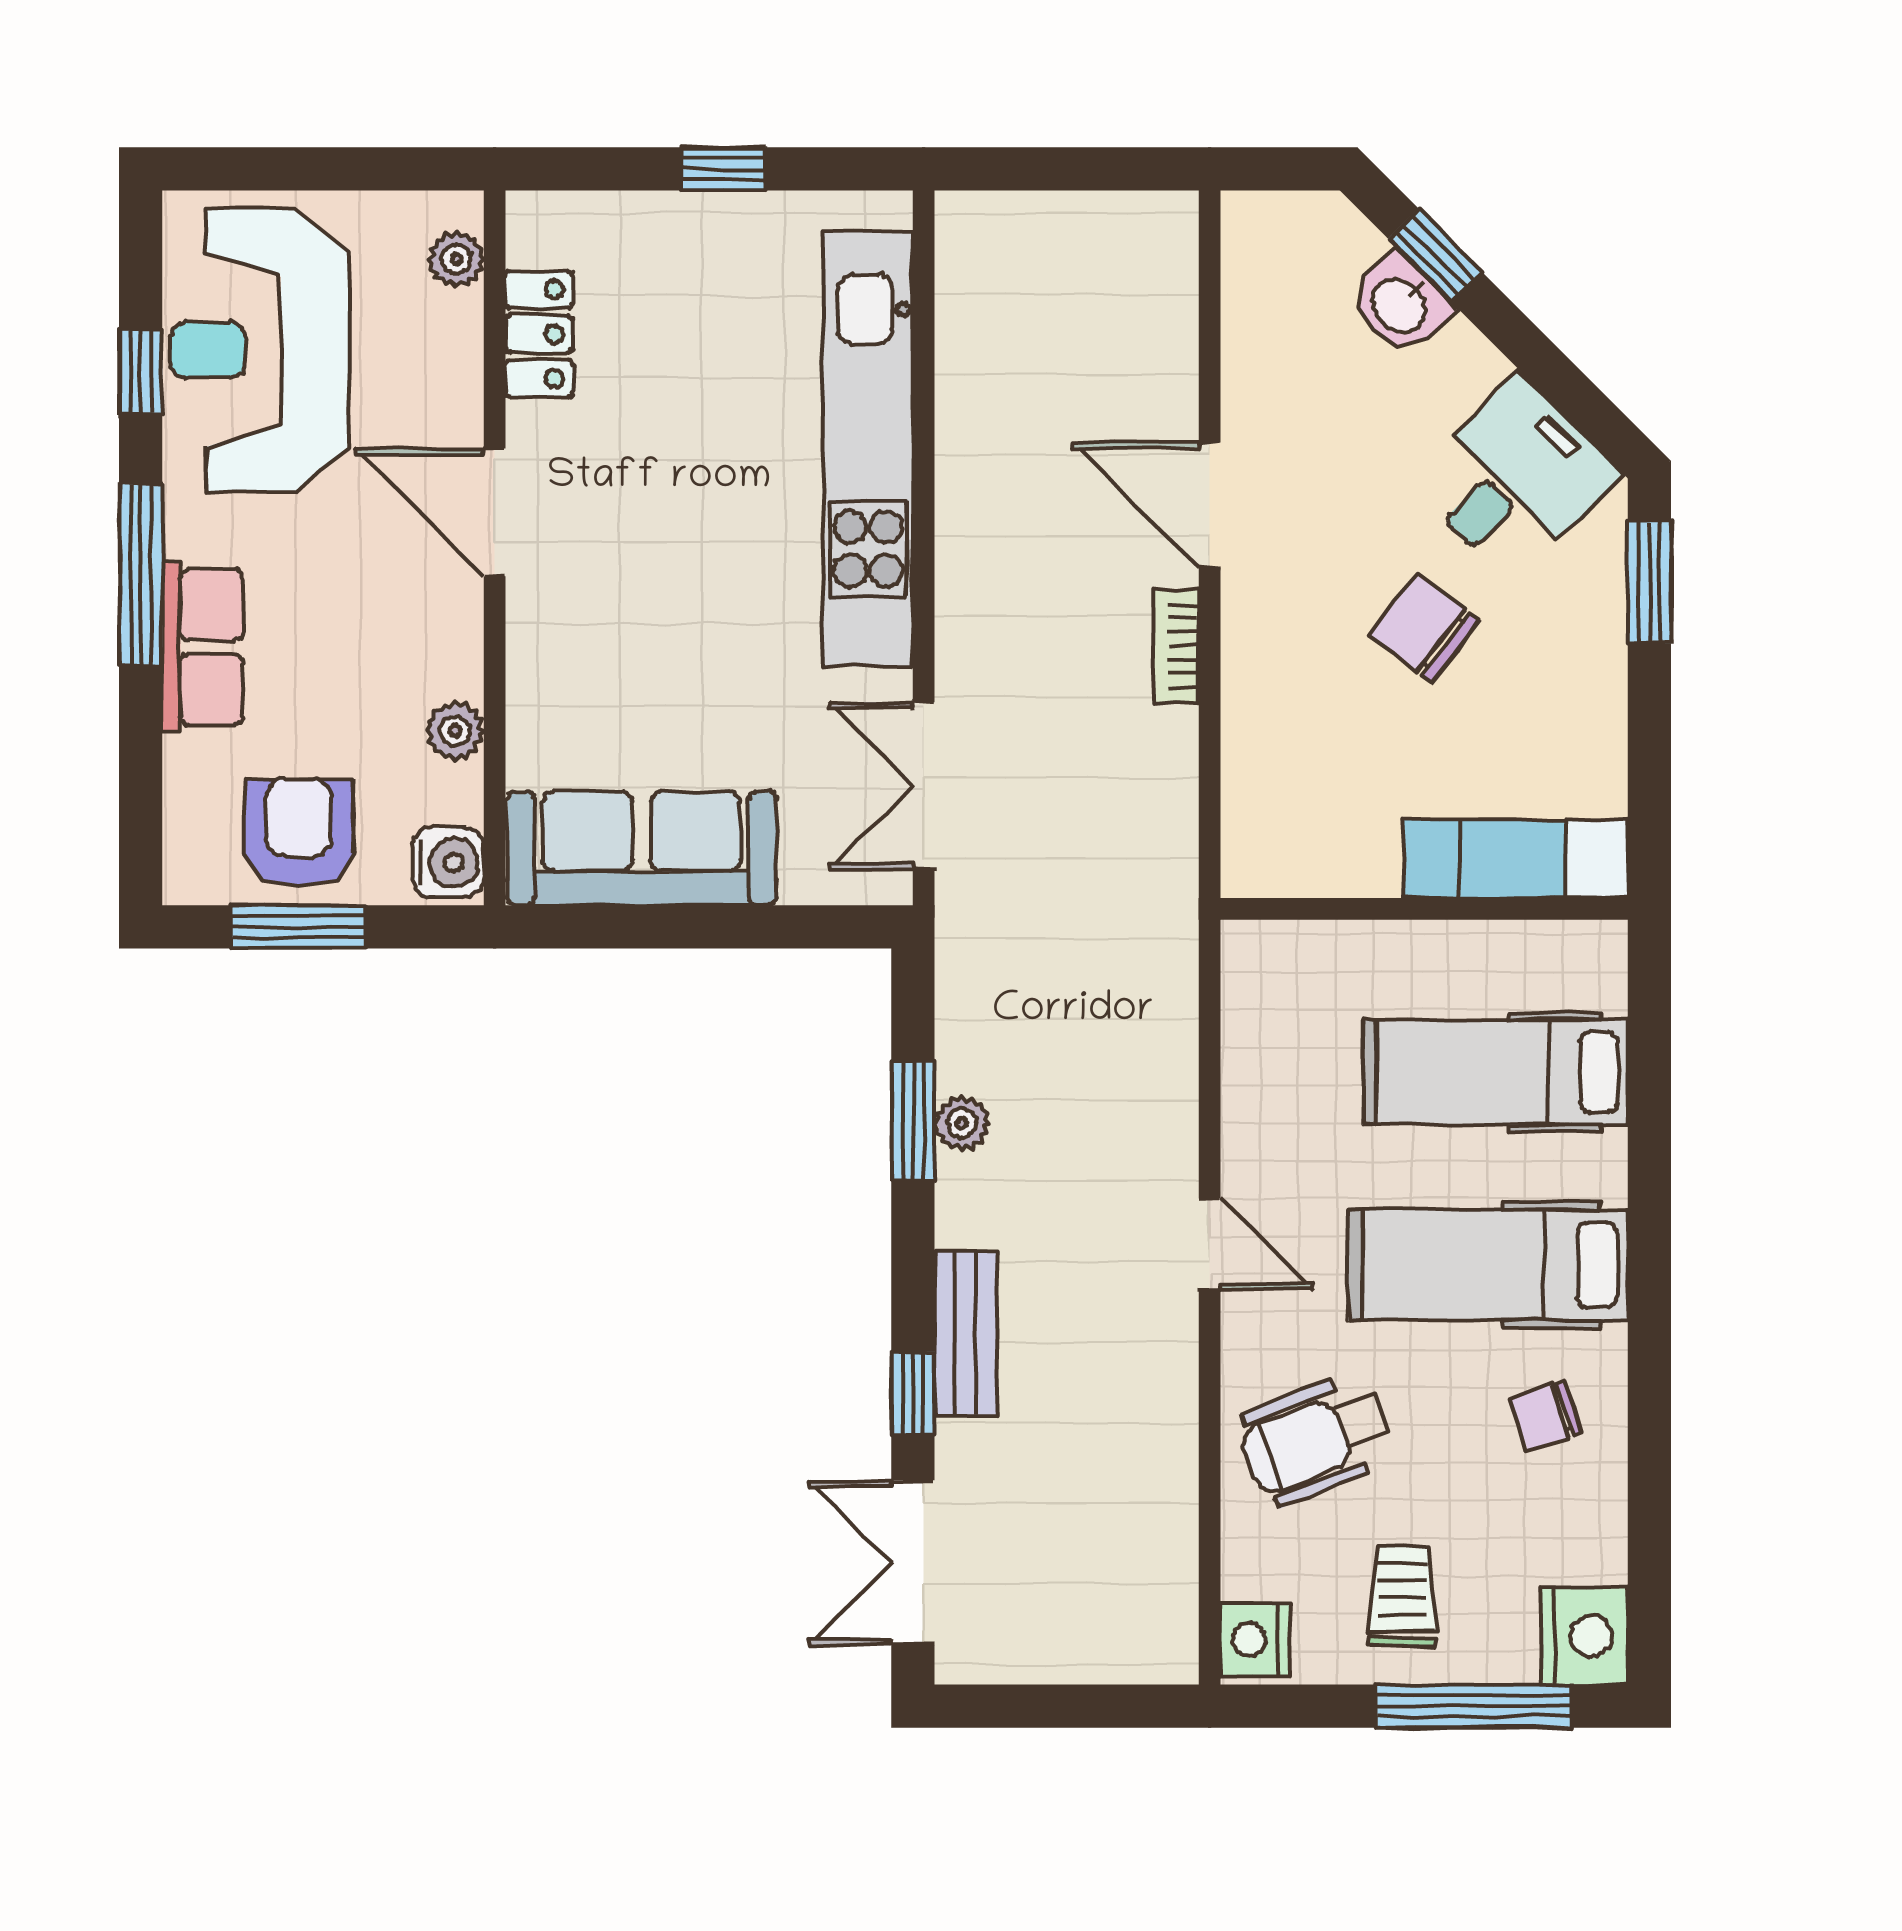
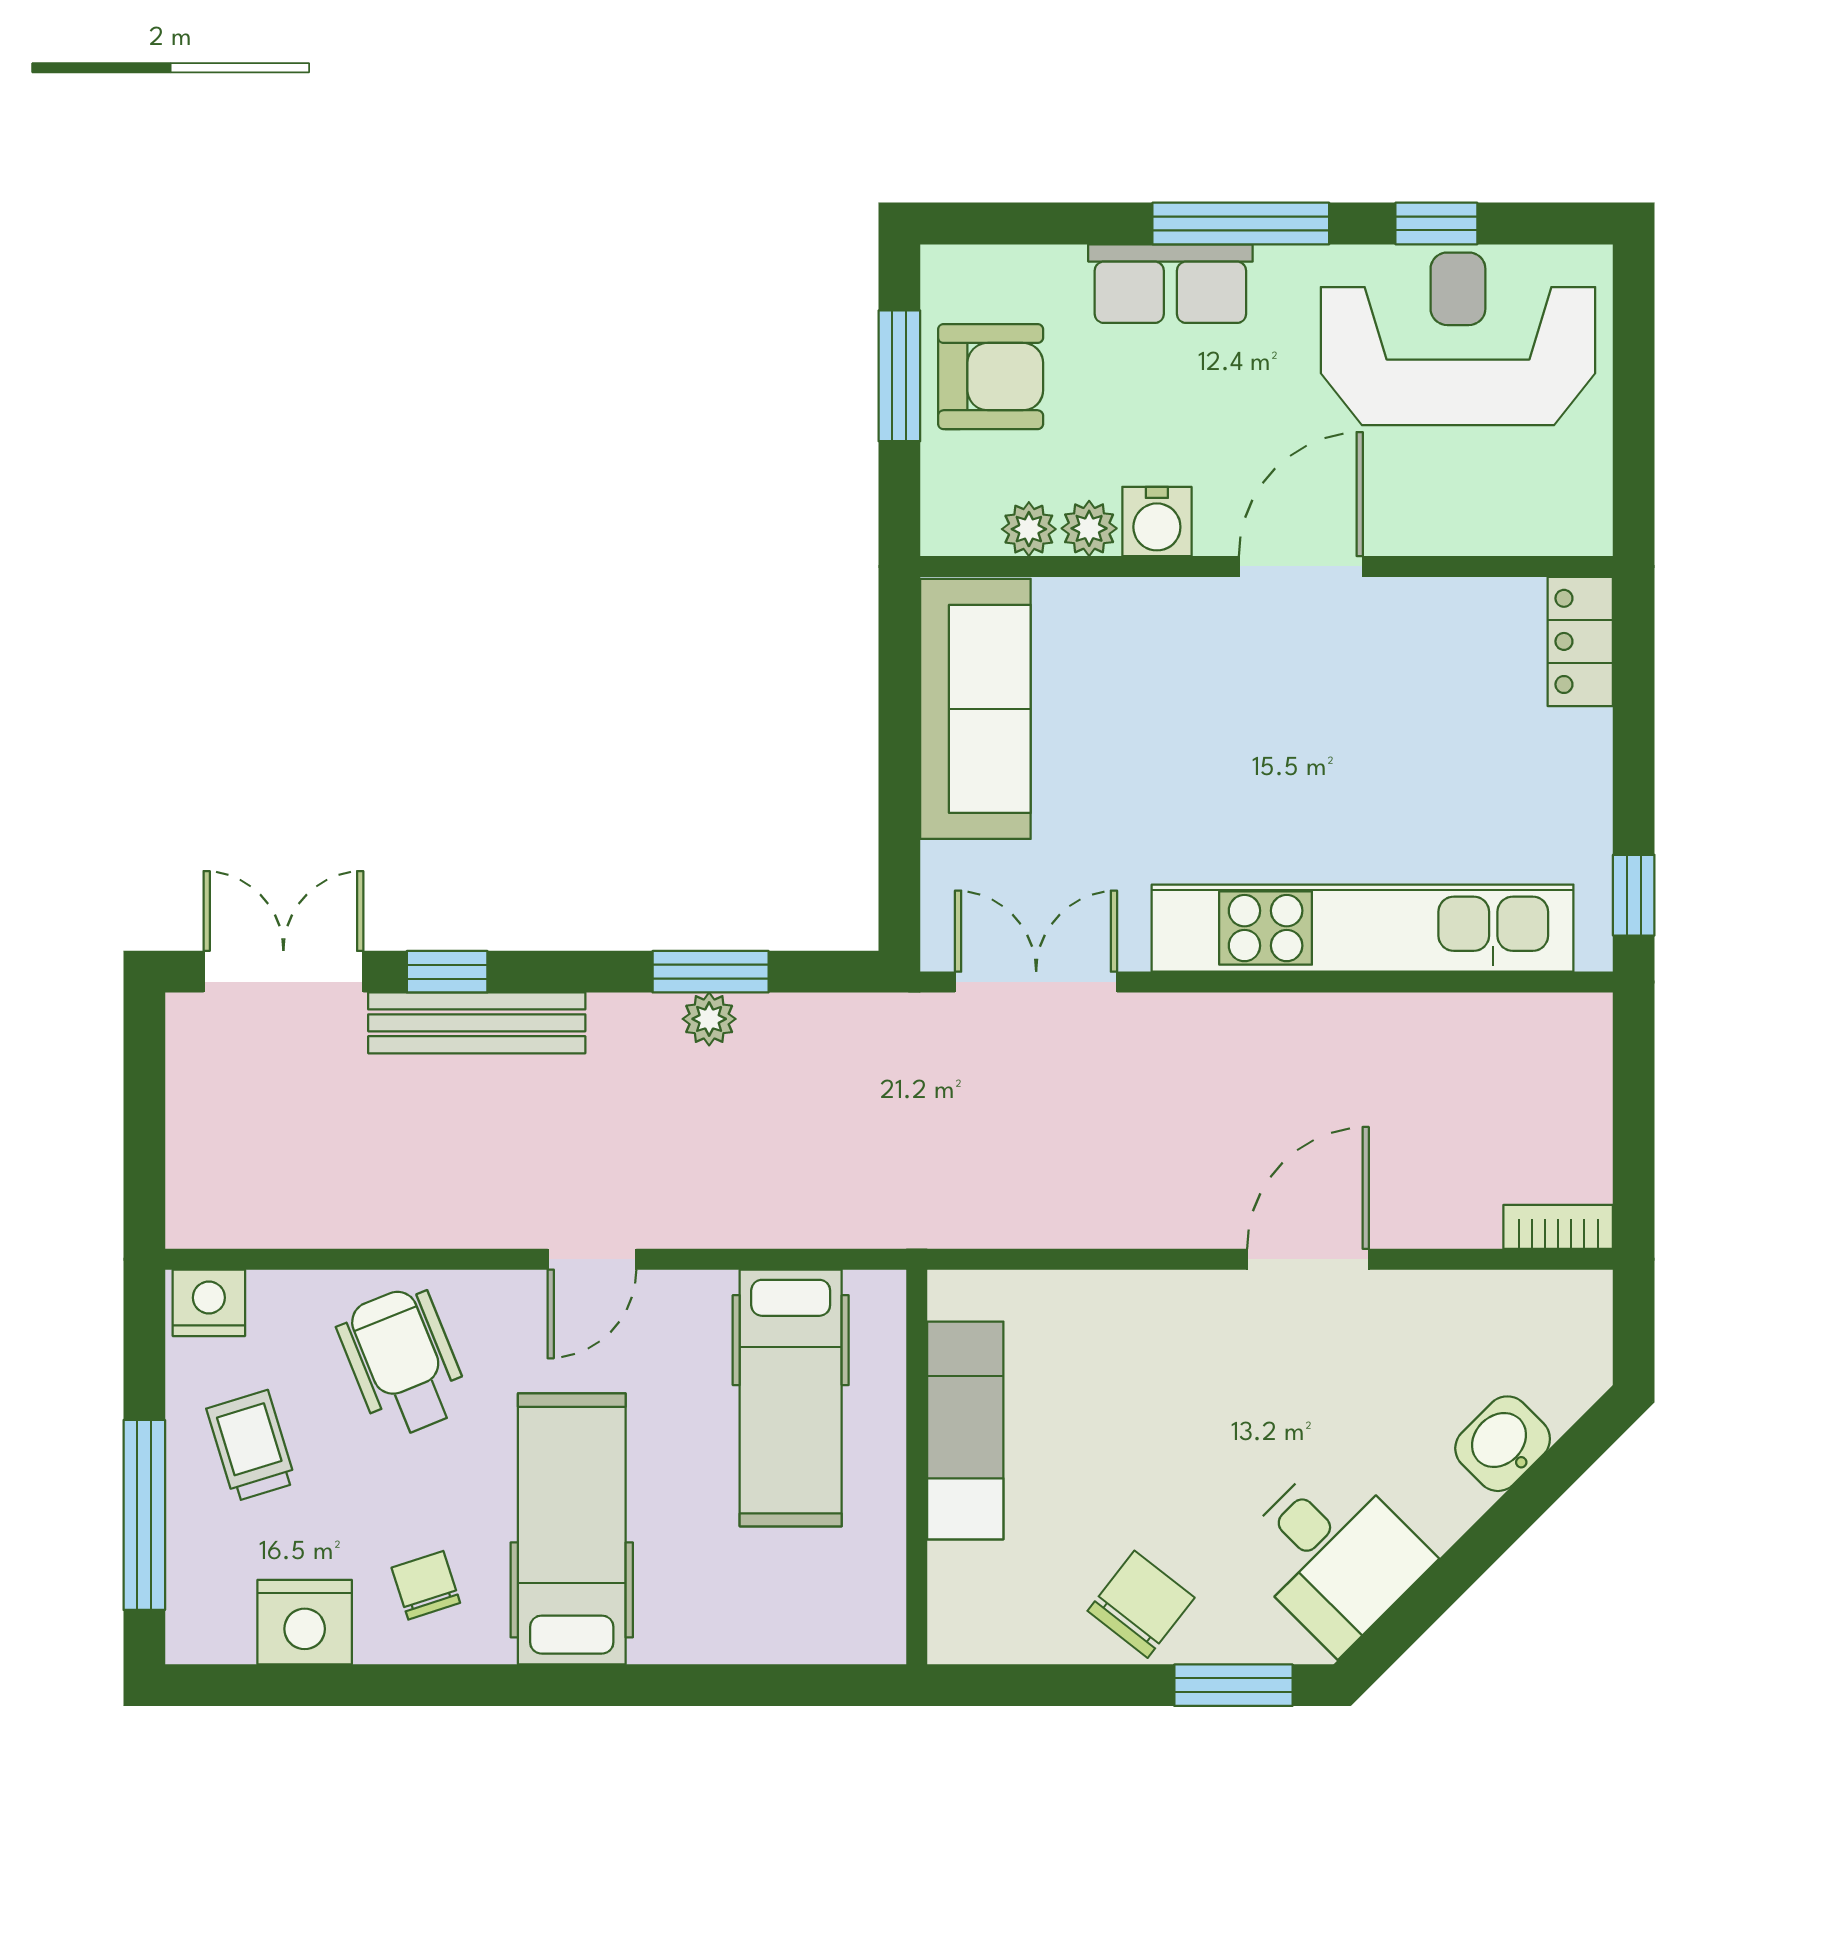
window: (724, 169) -> (1634, 895), moved
window: (1435, 255) -> (1550, 1478), removed
plant: (456, 259) -> (1029, 529), moved
locker: (539, 334) -> (1580, 641), moved, turned 90
chair: (1424, 628) -> (1141, 1604), moved
bookcase: (1176, 646) -> (1558, 1227), moved
exam couch: (1516, 859) -> (965, 1430), moved
water cooler: (448, 862) -> (1157, 521), moved
hospital bed: (1495, 1072) -> (791, 1398), moved, turned 180
bench: (966, 1333) -> (477, 1023), width x1.36
trolley: (1402, 1596) -> (251, 1446), turned -107
nightstand: (1584, 1636) -> (305, 1622), moved

